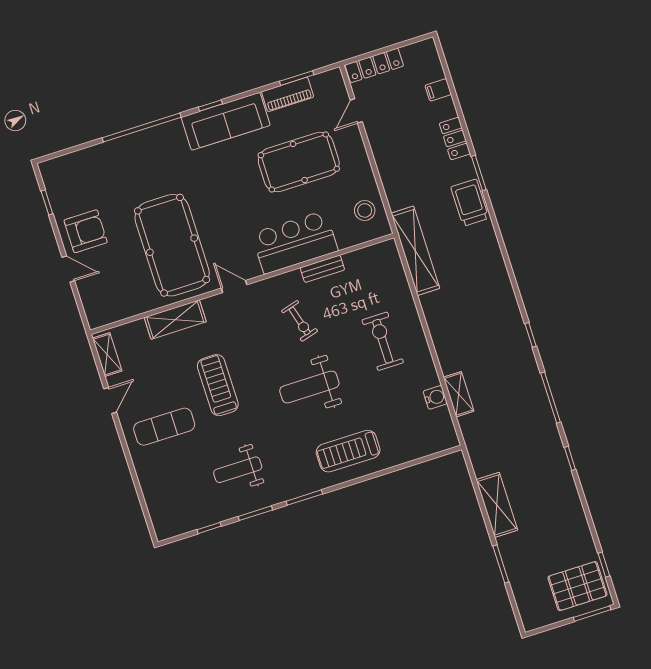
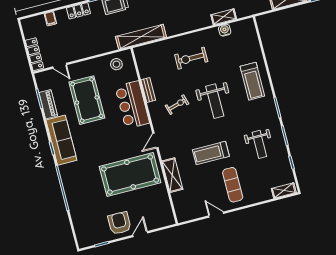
shelving: (107, 355) -> (284, 191), moved

